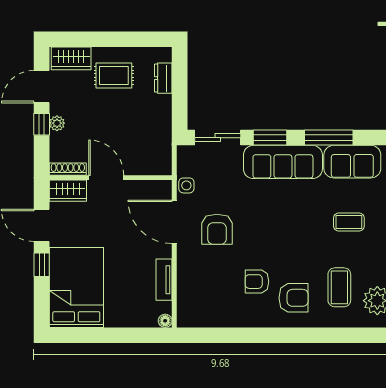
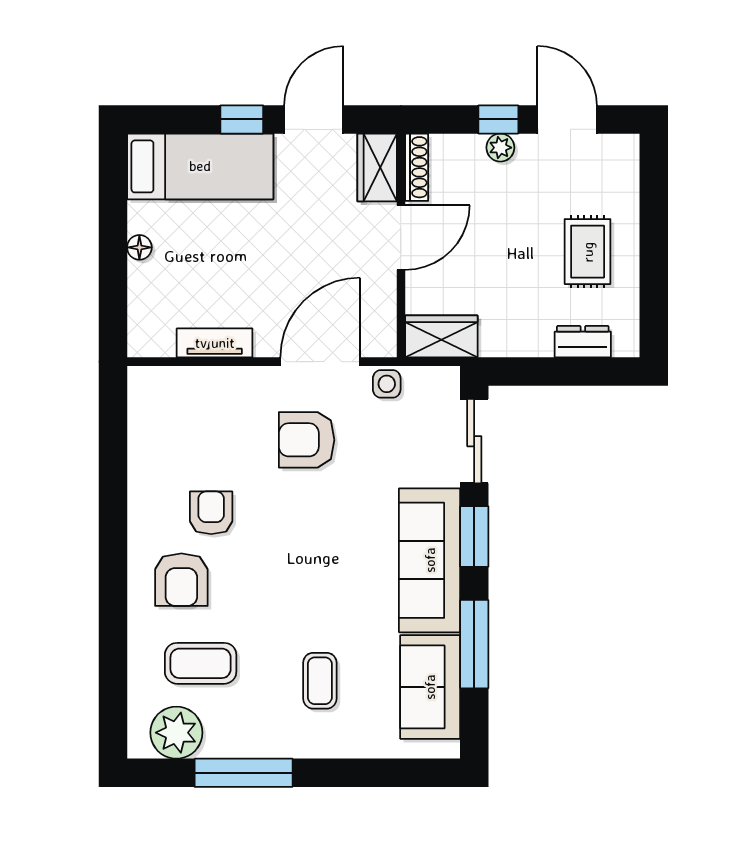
wardrobe: (71, 58) -> (441, 336), moved, turned 90
bed: (76, 287) -> (200, 166), width x0.67
floor lamp: (165, 321) -> (139, 247), moved

